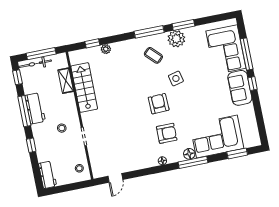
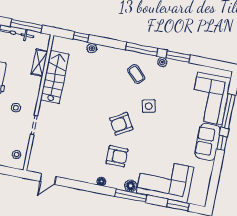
plant: (176, 39) -> (162, 62), width x0.53, depth x0.53
armchair: (159, 104) -> (121, 124), turned -119

